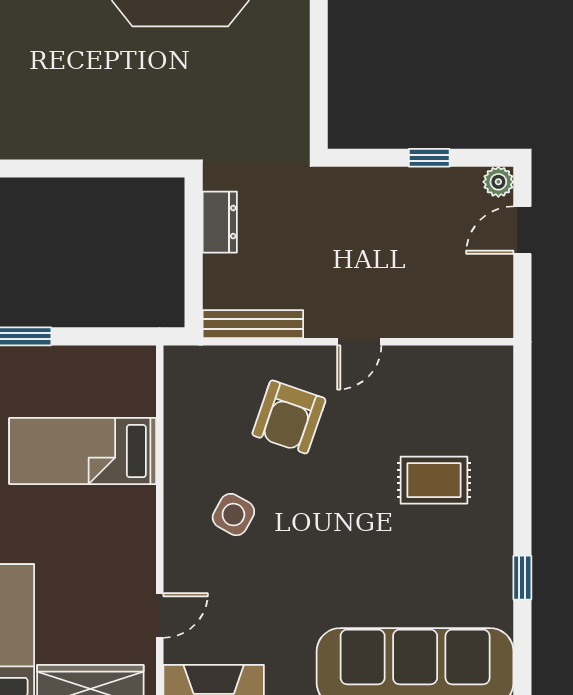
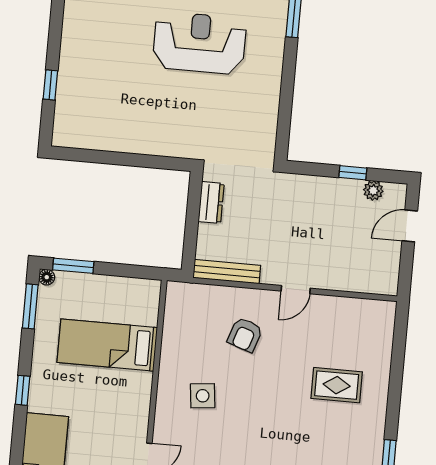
plant: (498, 182) -> (373, 191), moved
armchair: (289, 417) -> (245, 335), width x0.72, depth x0.72
side table: (233, 515) -> (203, 396), turned -35

